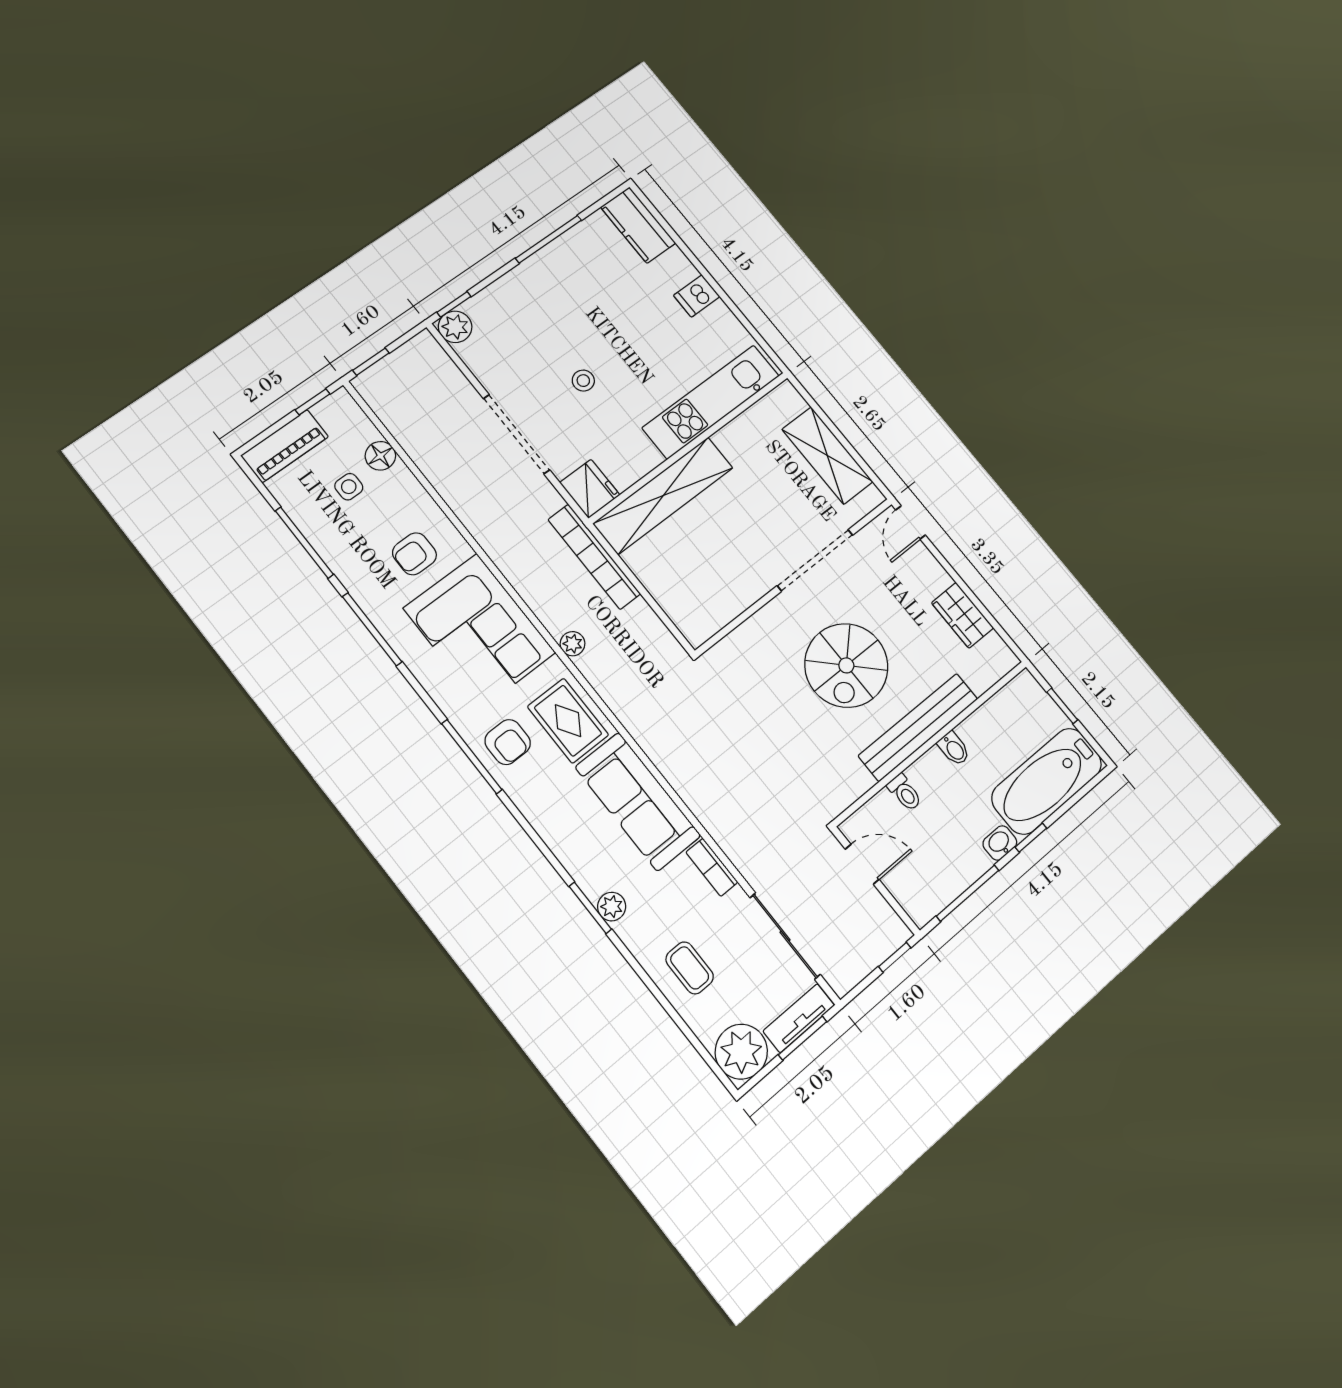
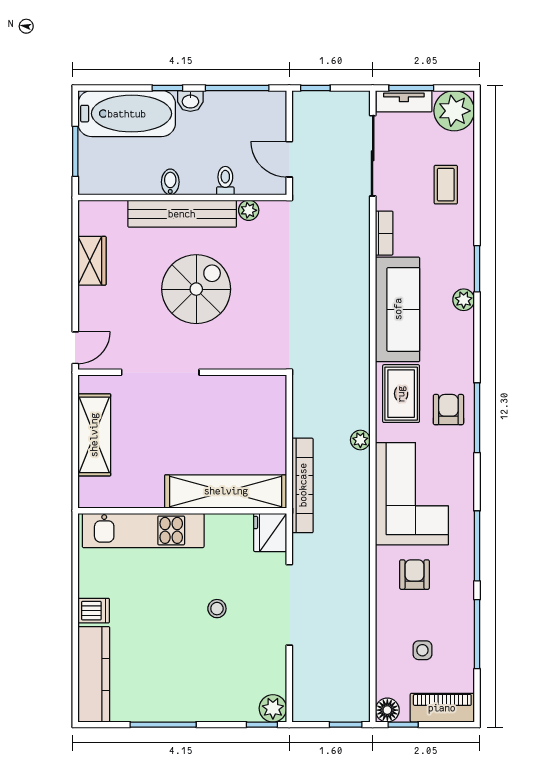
kitchen counter: (638, 225) -> (94, 674), width x1.50
floor lamp: (380, 456) -> (387, 710), moved
armchair: (414, 554) -> (415, 575), turned -90
window: (1062, 706) -> (75, 151), width x1.50
plant: (860, 782) -> (249, 210), added
plant: (612, 907) -> (464, 300), moved

